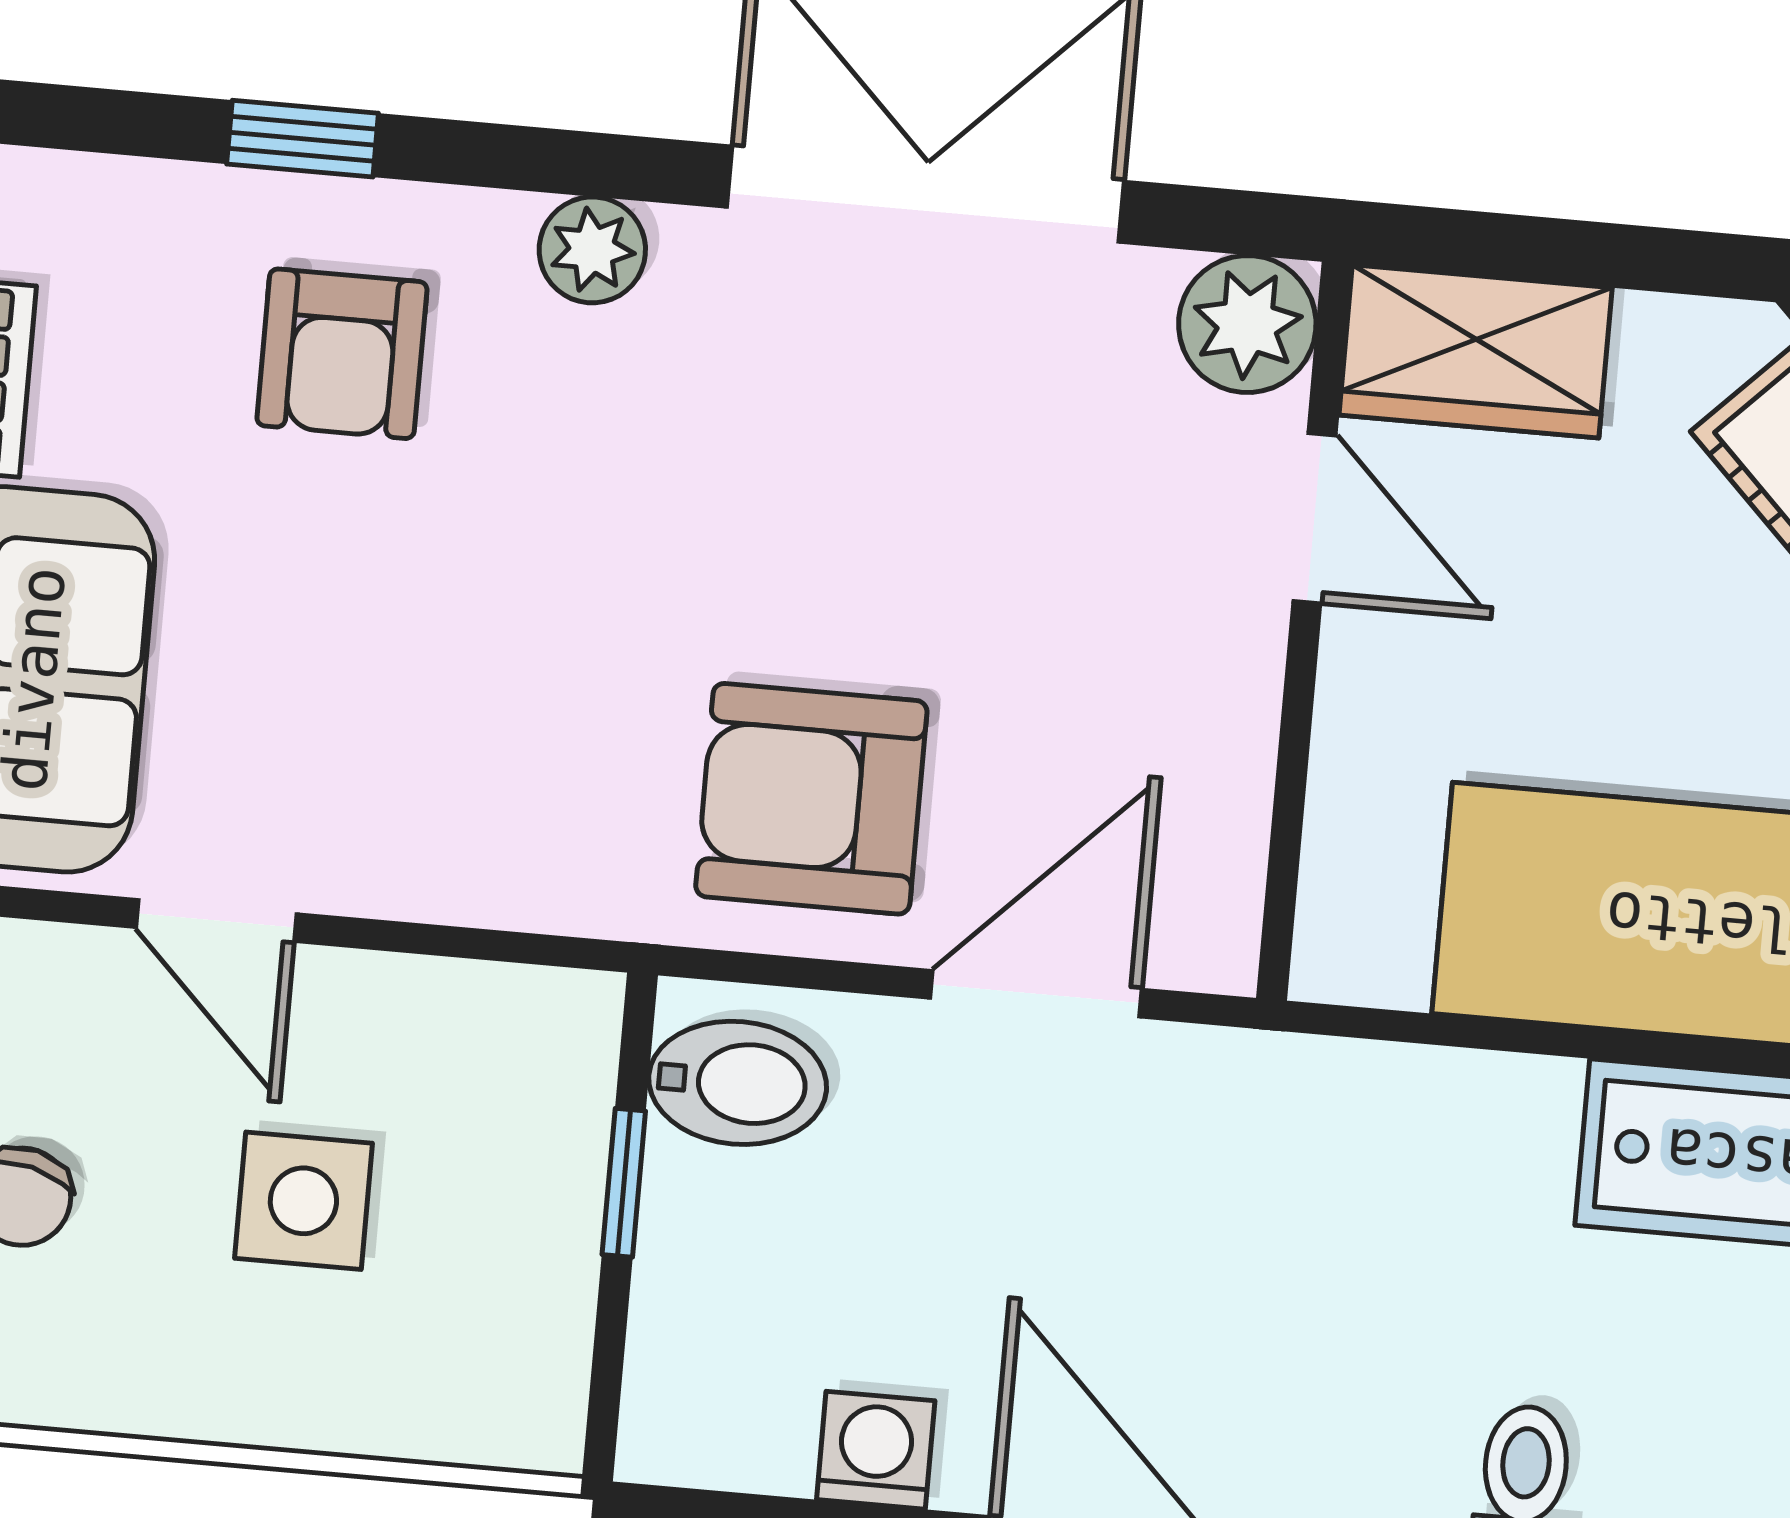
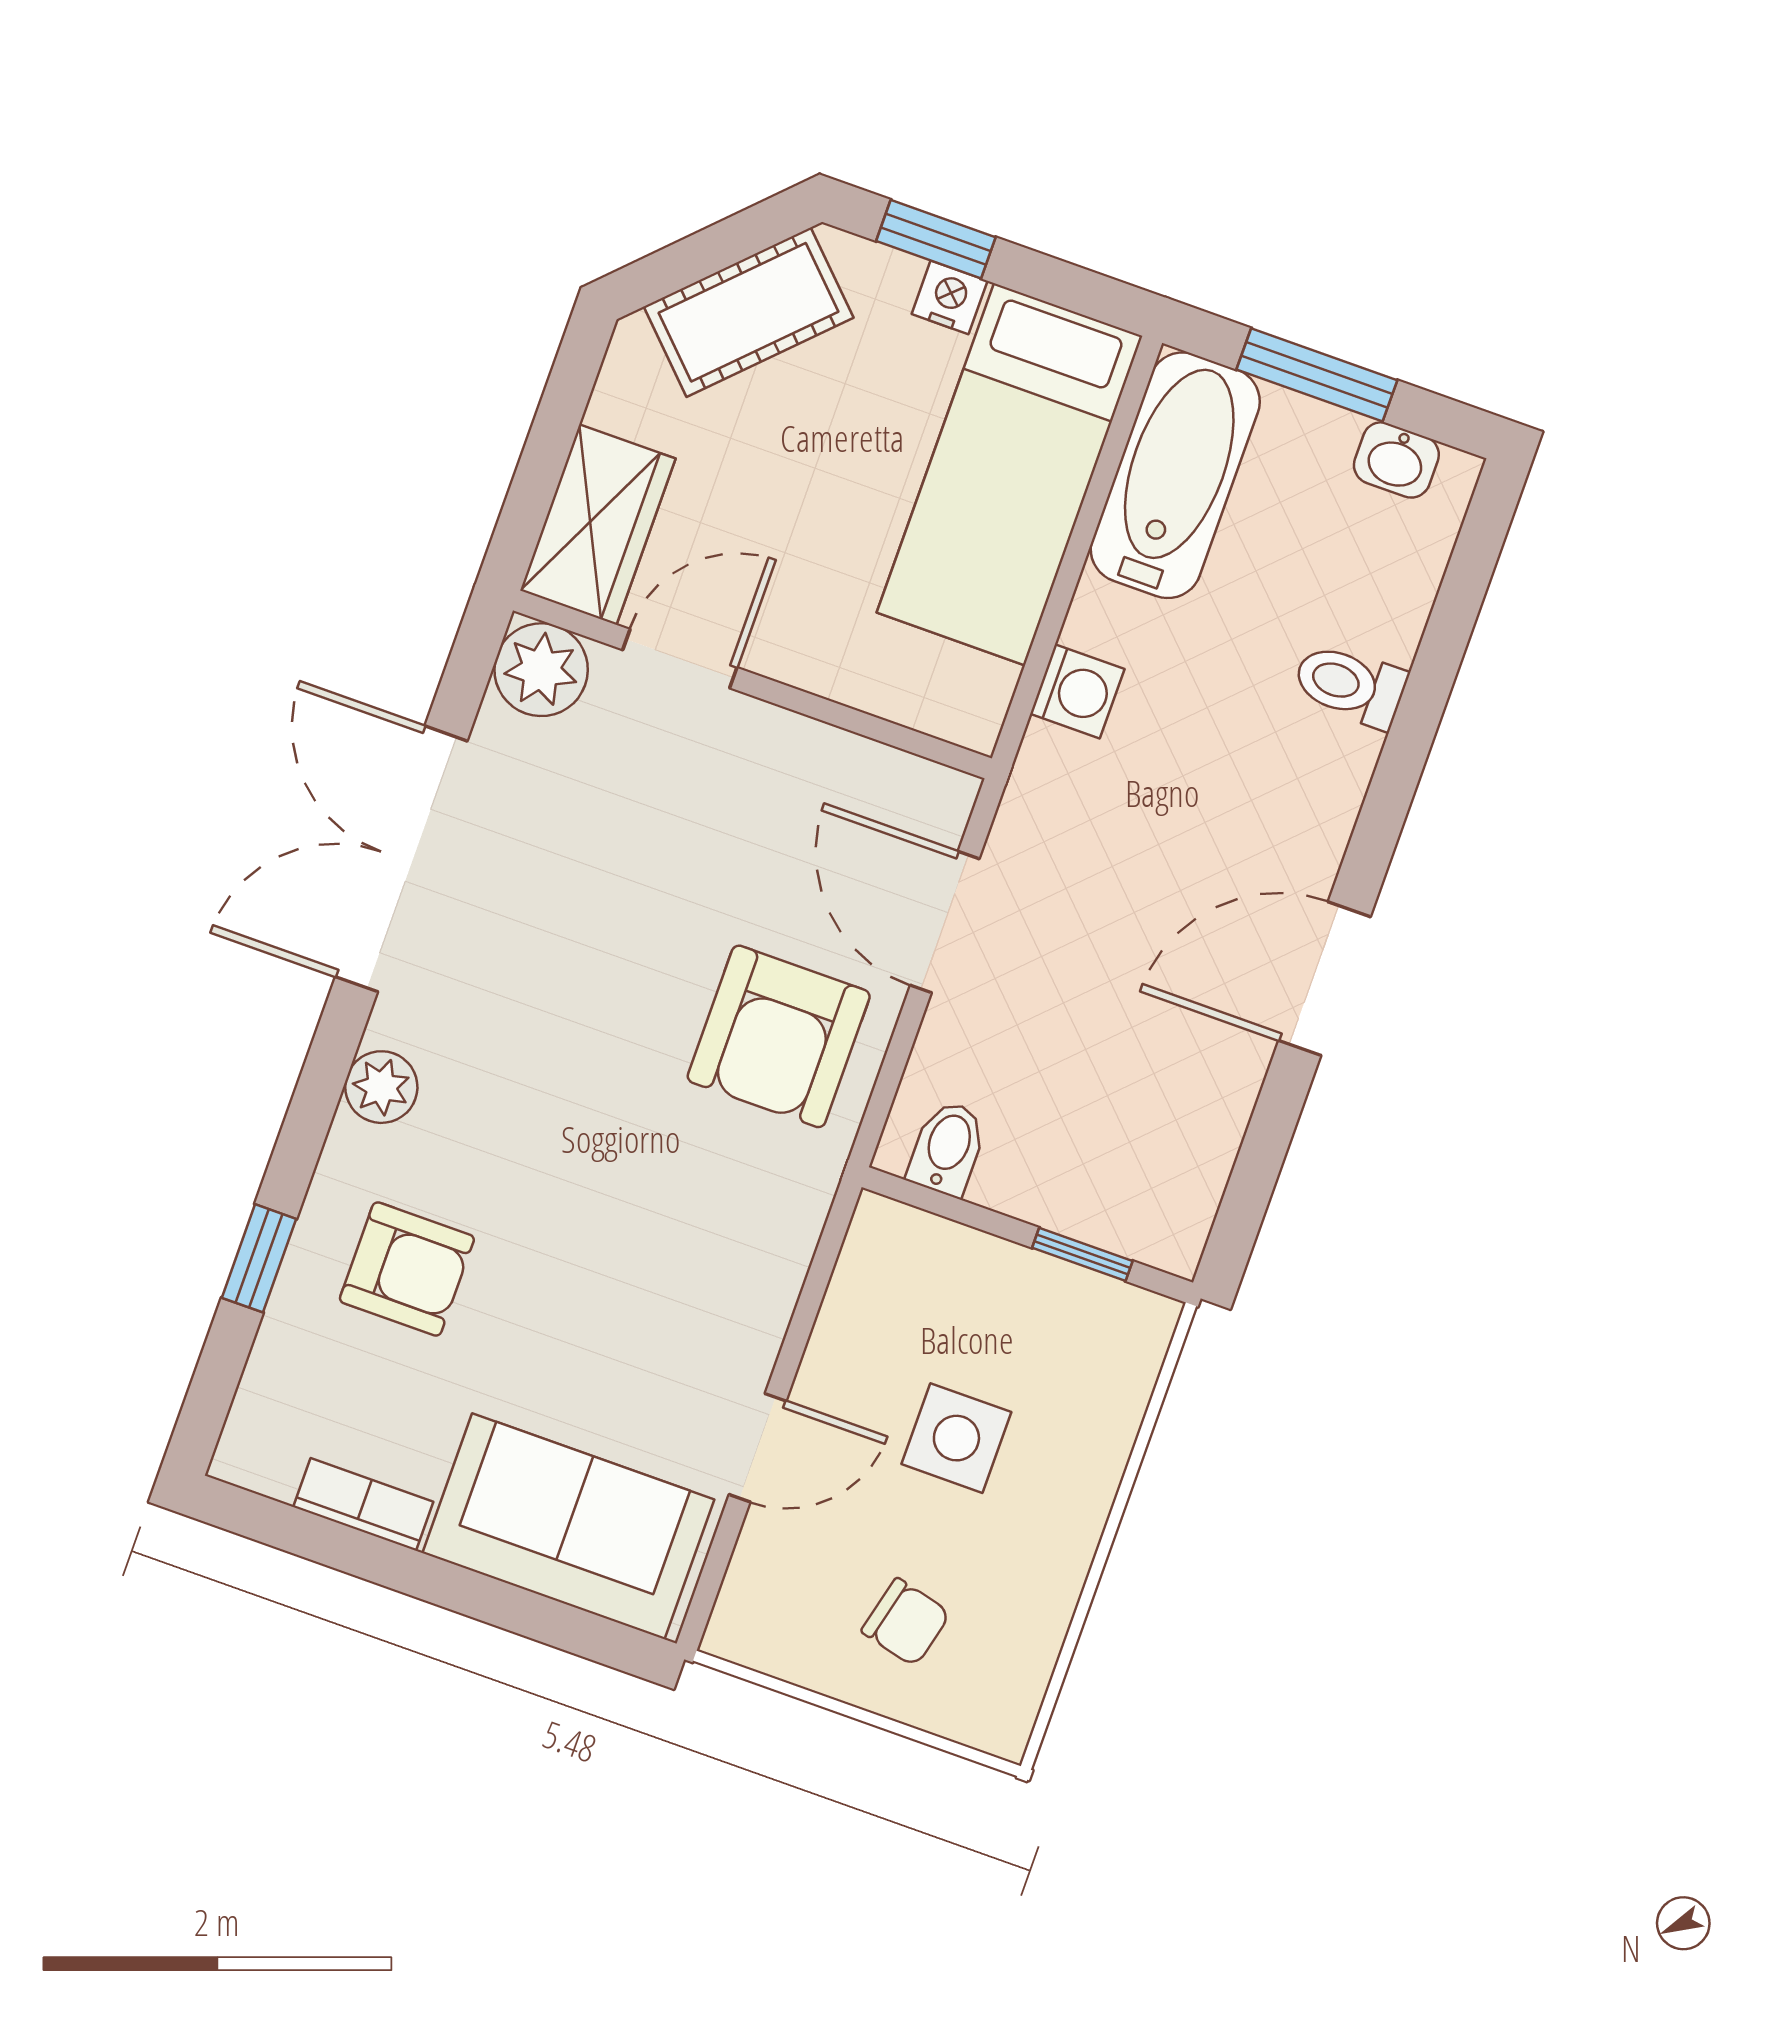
bidet: (738, 1083) -> (947, 1148), width x0.72, depth x0.74
window: (624, 1183) -> (1082, 1254), moved
washing machine: (876, 1450) -> (1077, 691), moved, turned 180

